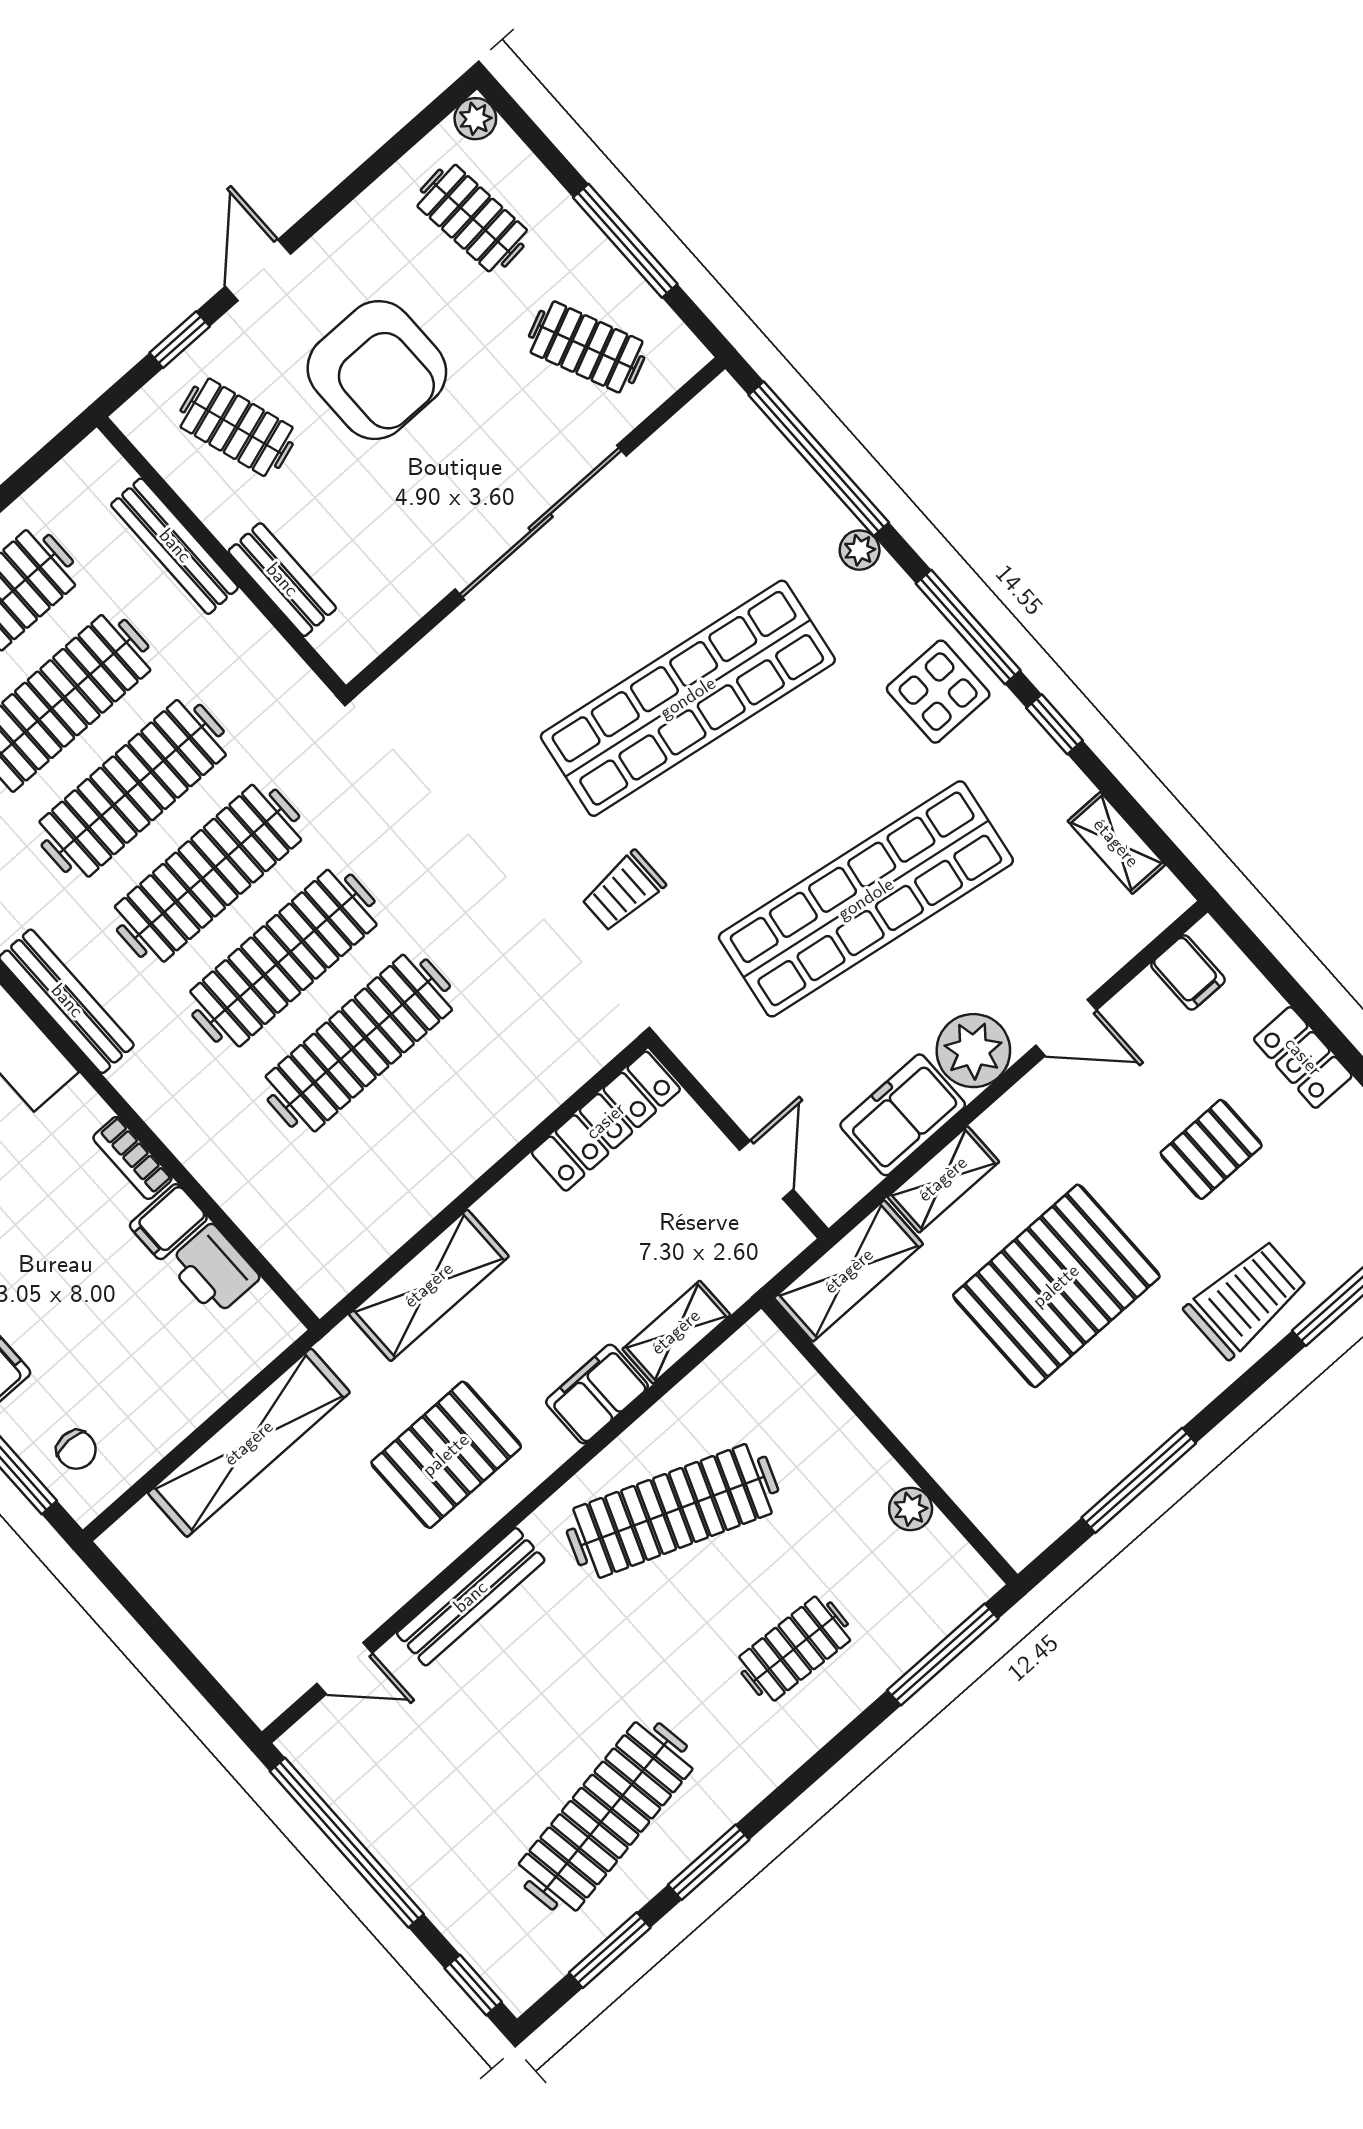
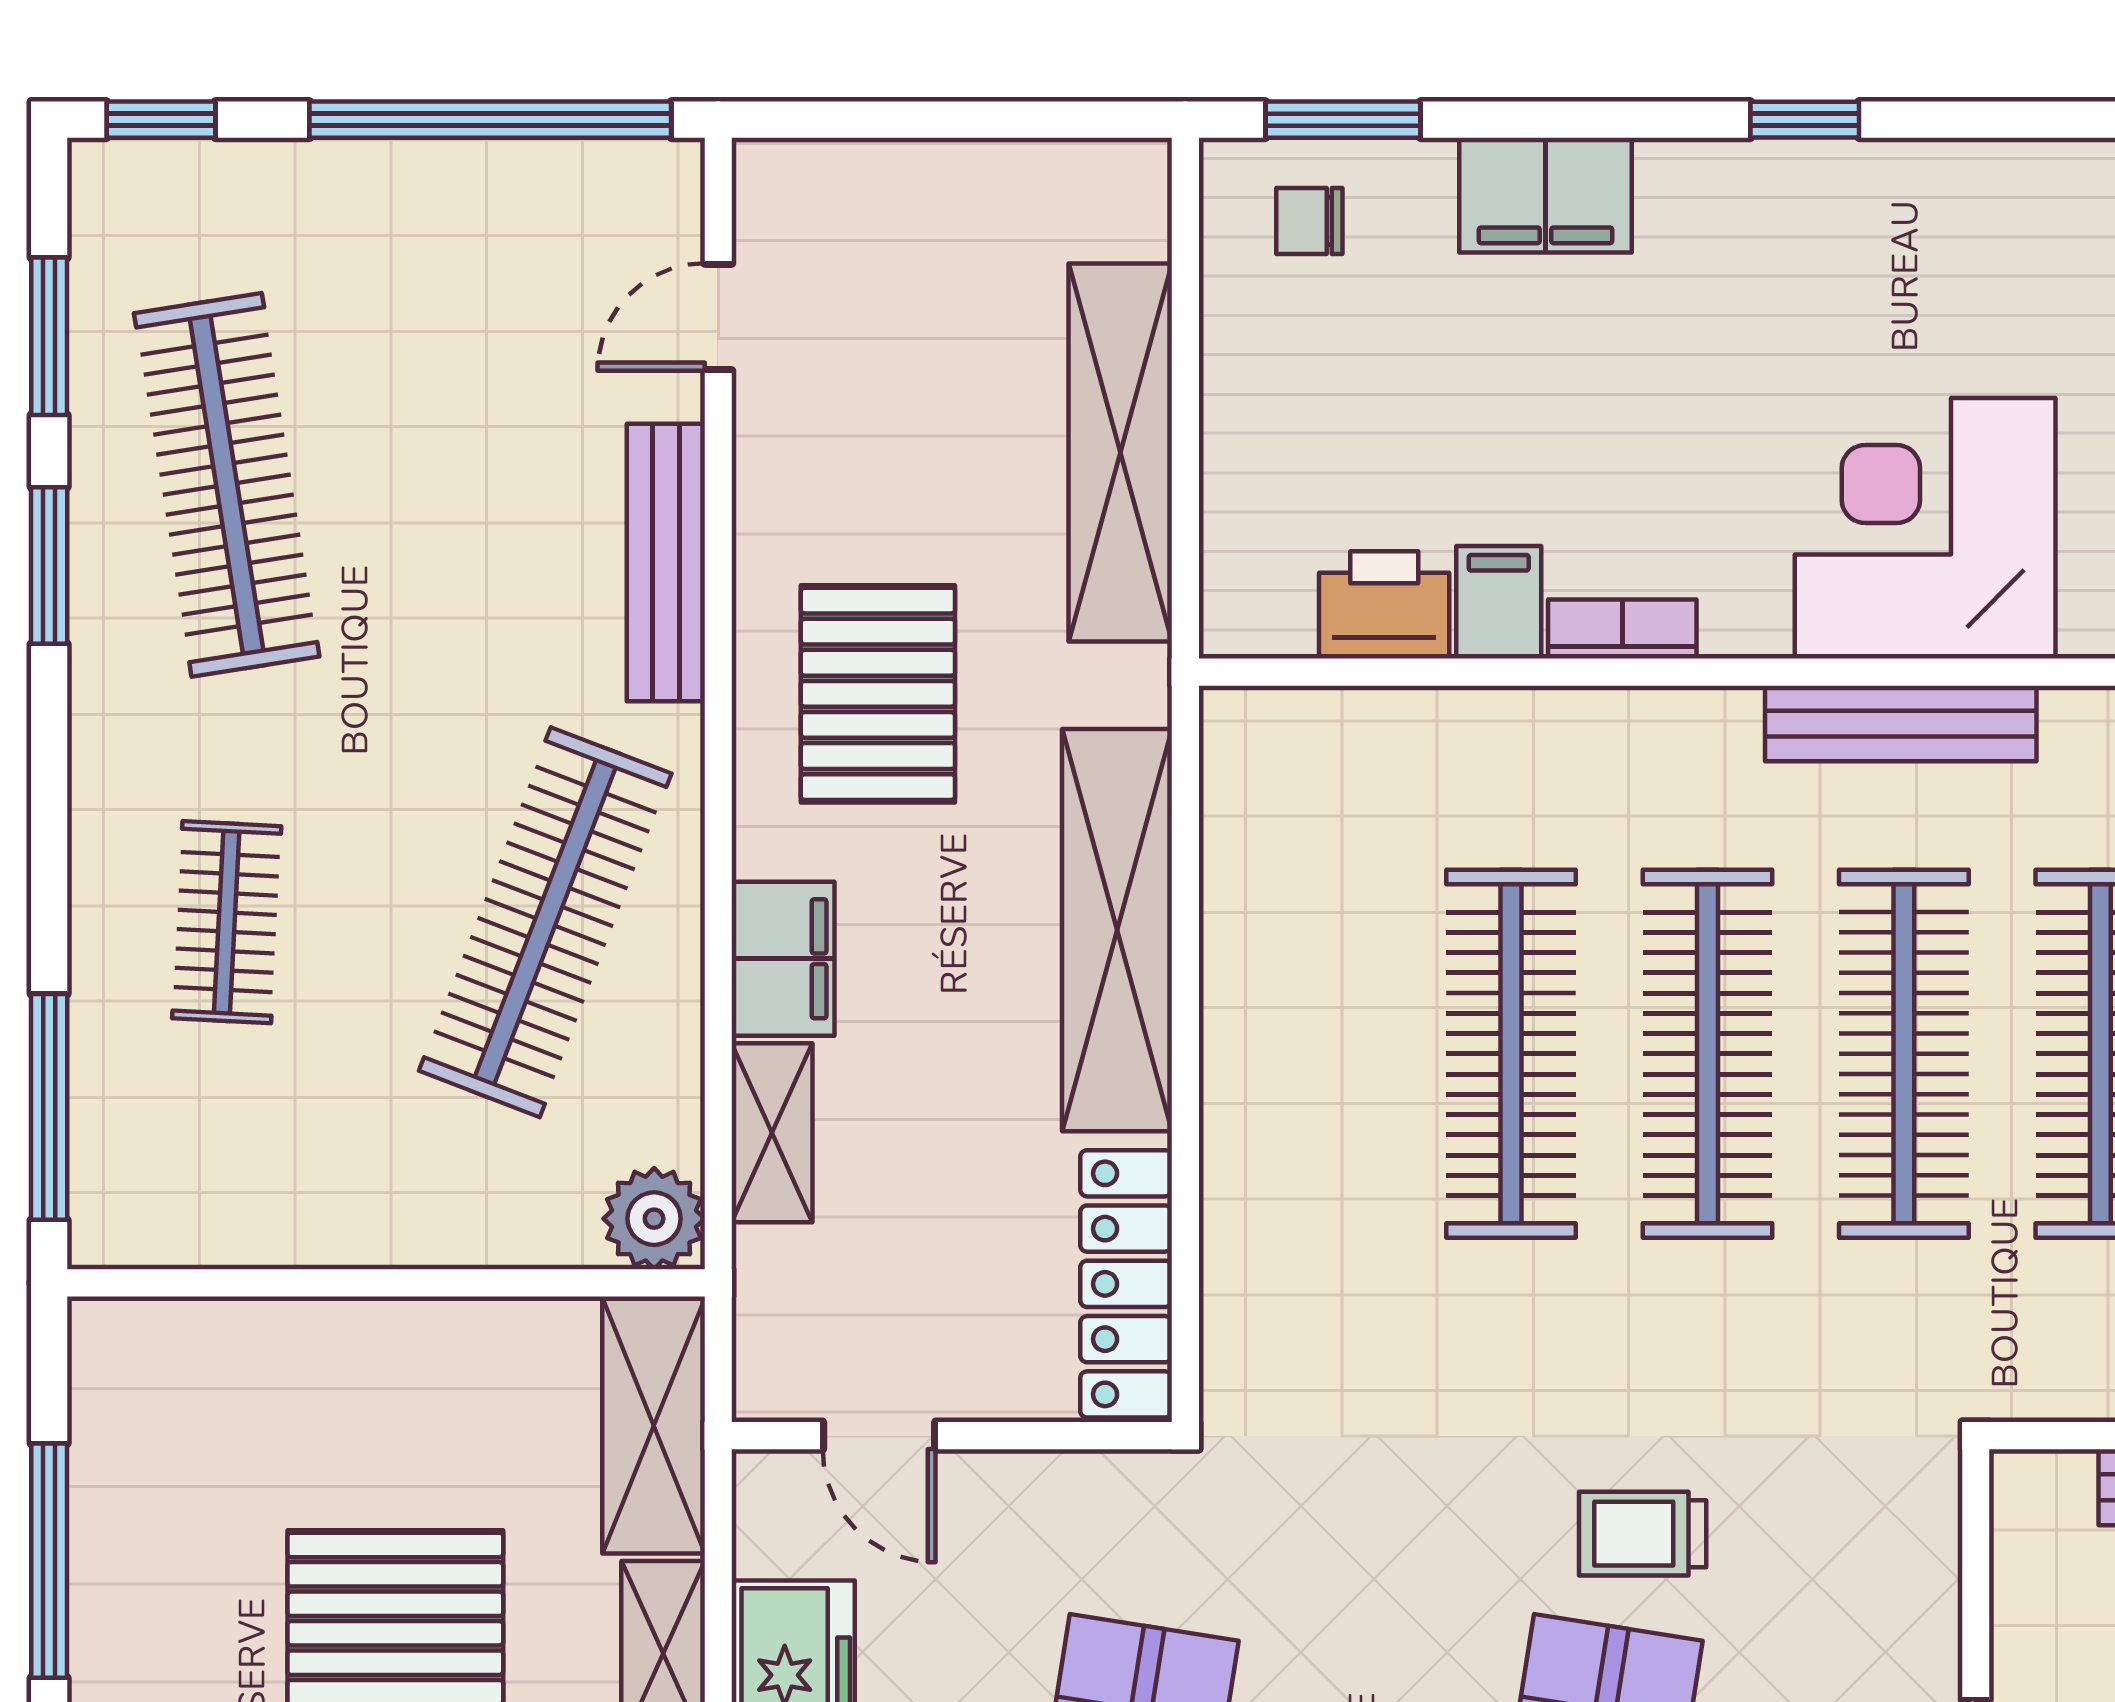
trolley: (623, 891) -> (1643, 1534), moved, turned -90
shelving: (429, 1285) -> (1117, 930), width x1.47
plant: (911, 1509) -> (654, 1219), moved, width x1.38, depth x1.38

